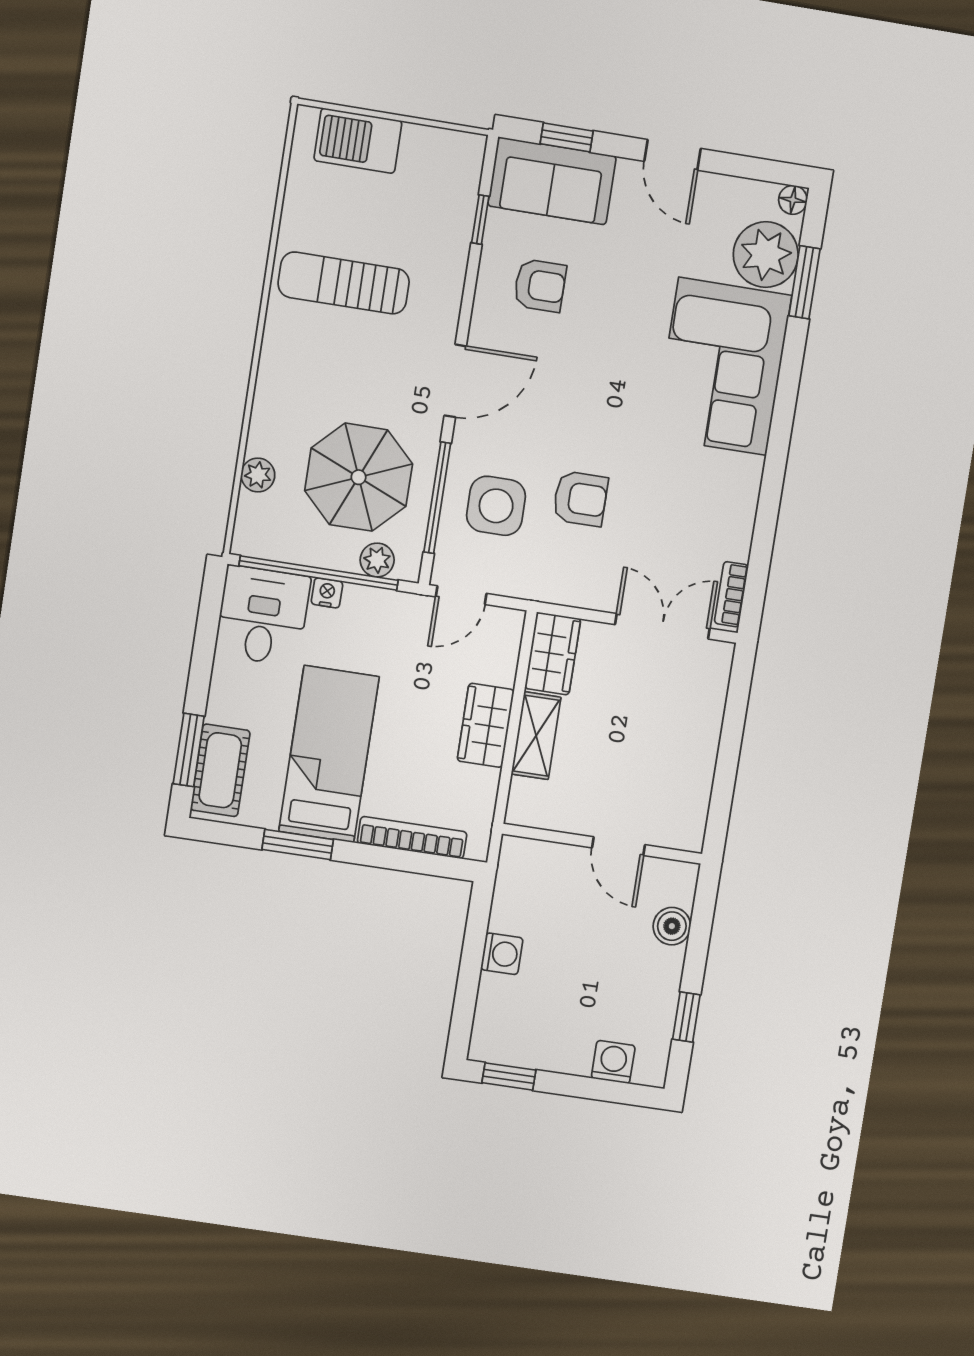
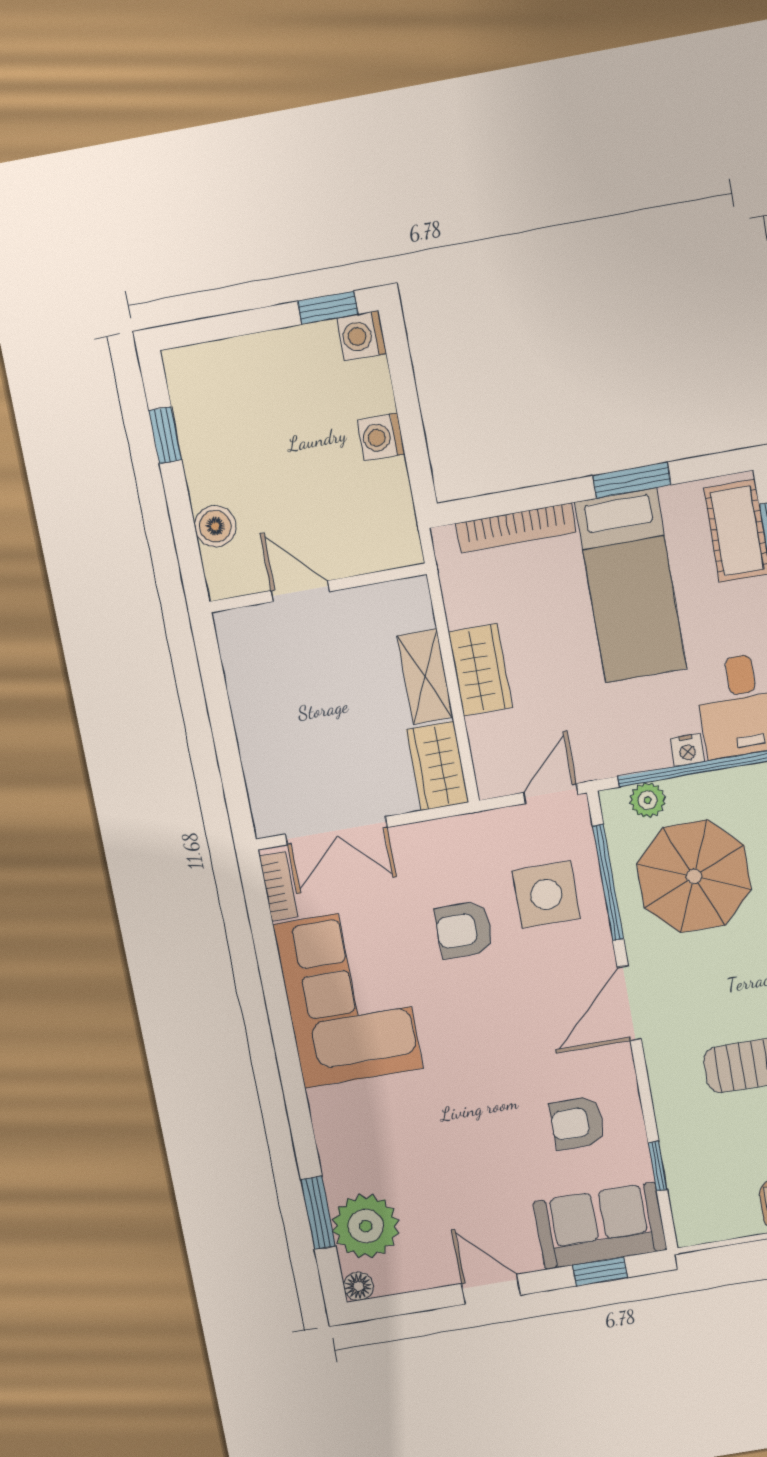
corner sofa: (723, 366) -> (348, 997), moved
washing machine: (613, 1062) -> (361, 336), moved, turned 90

